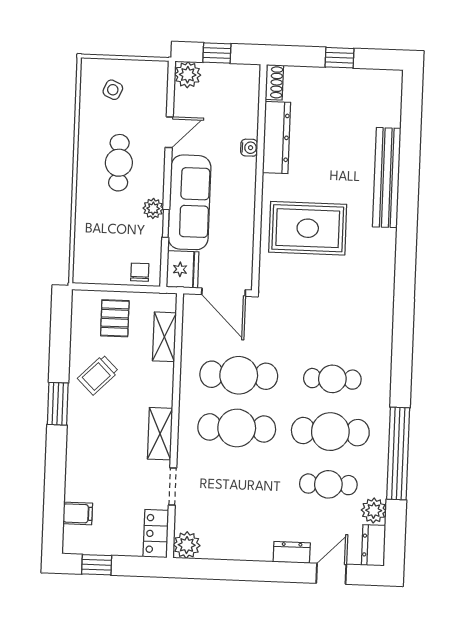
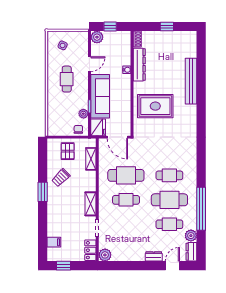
plant: (153, 208) -> (83, 114), moved
cafe table: (237, 428) -> (126, 200), width x0.73, depth x0.74

